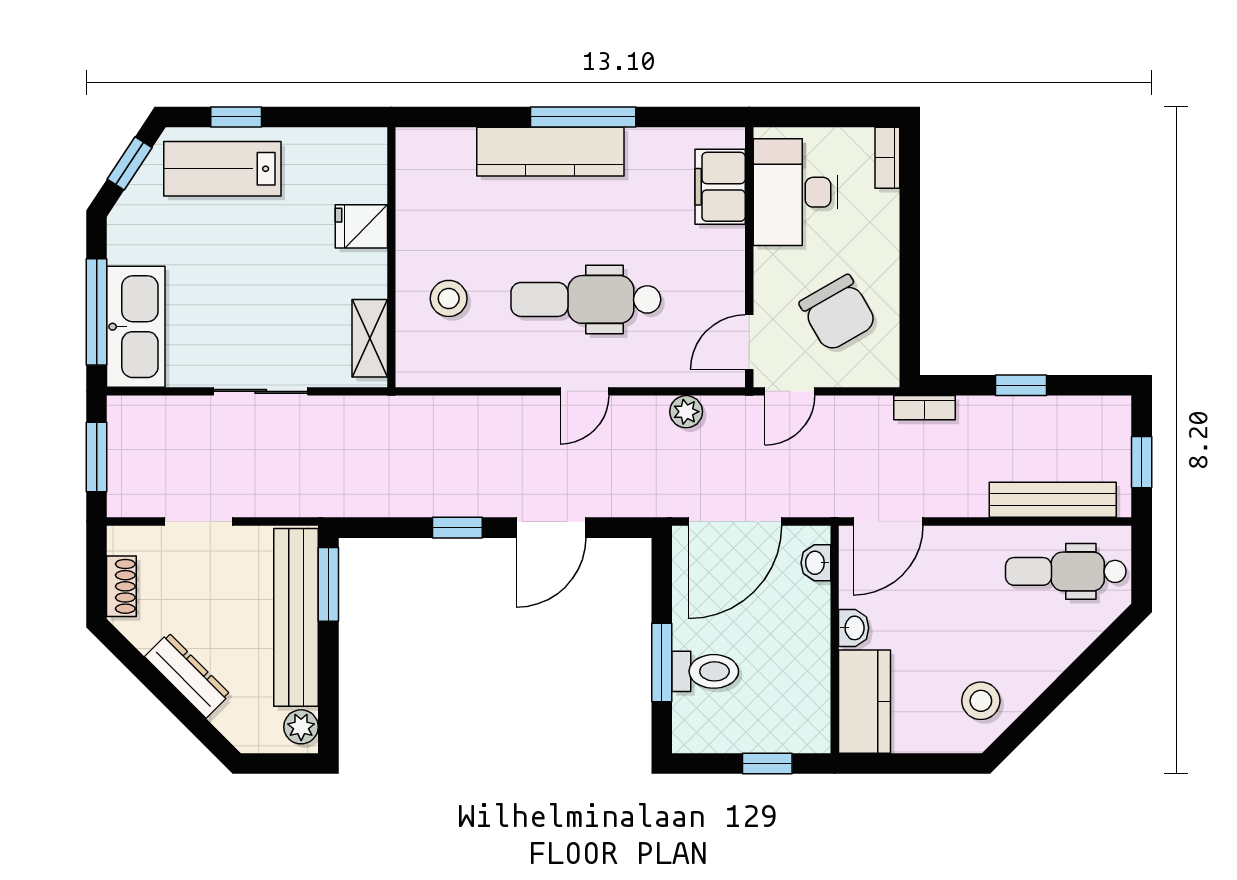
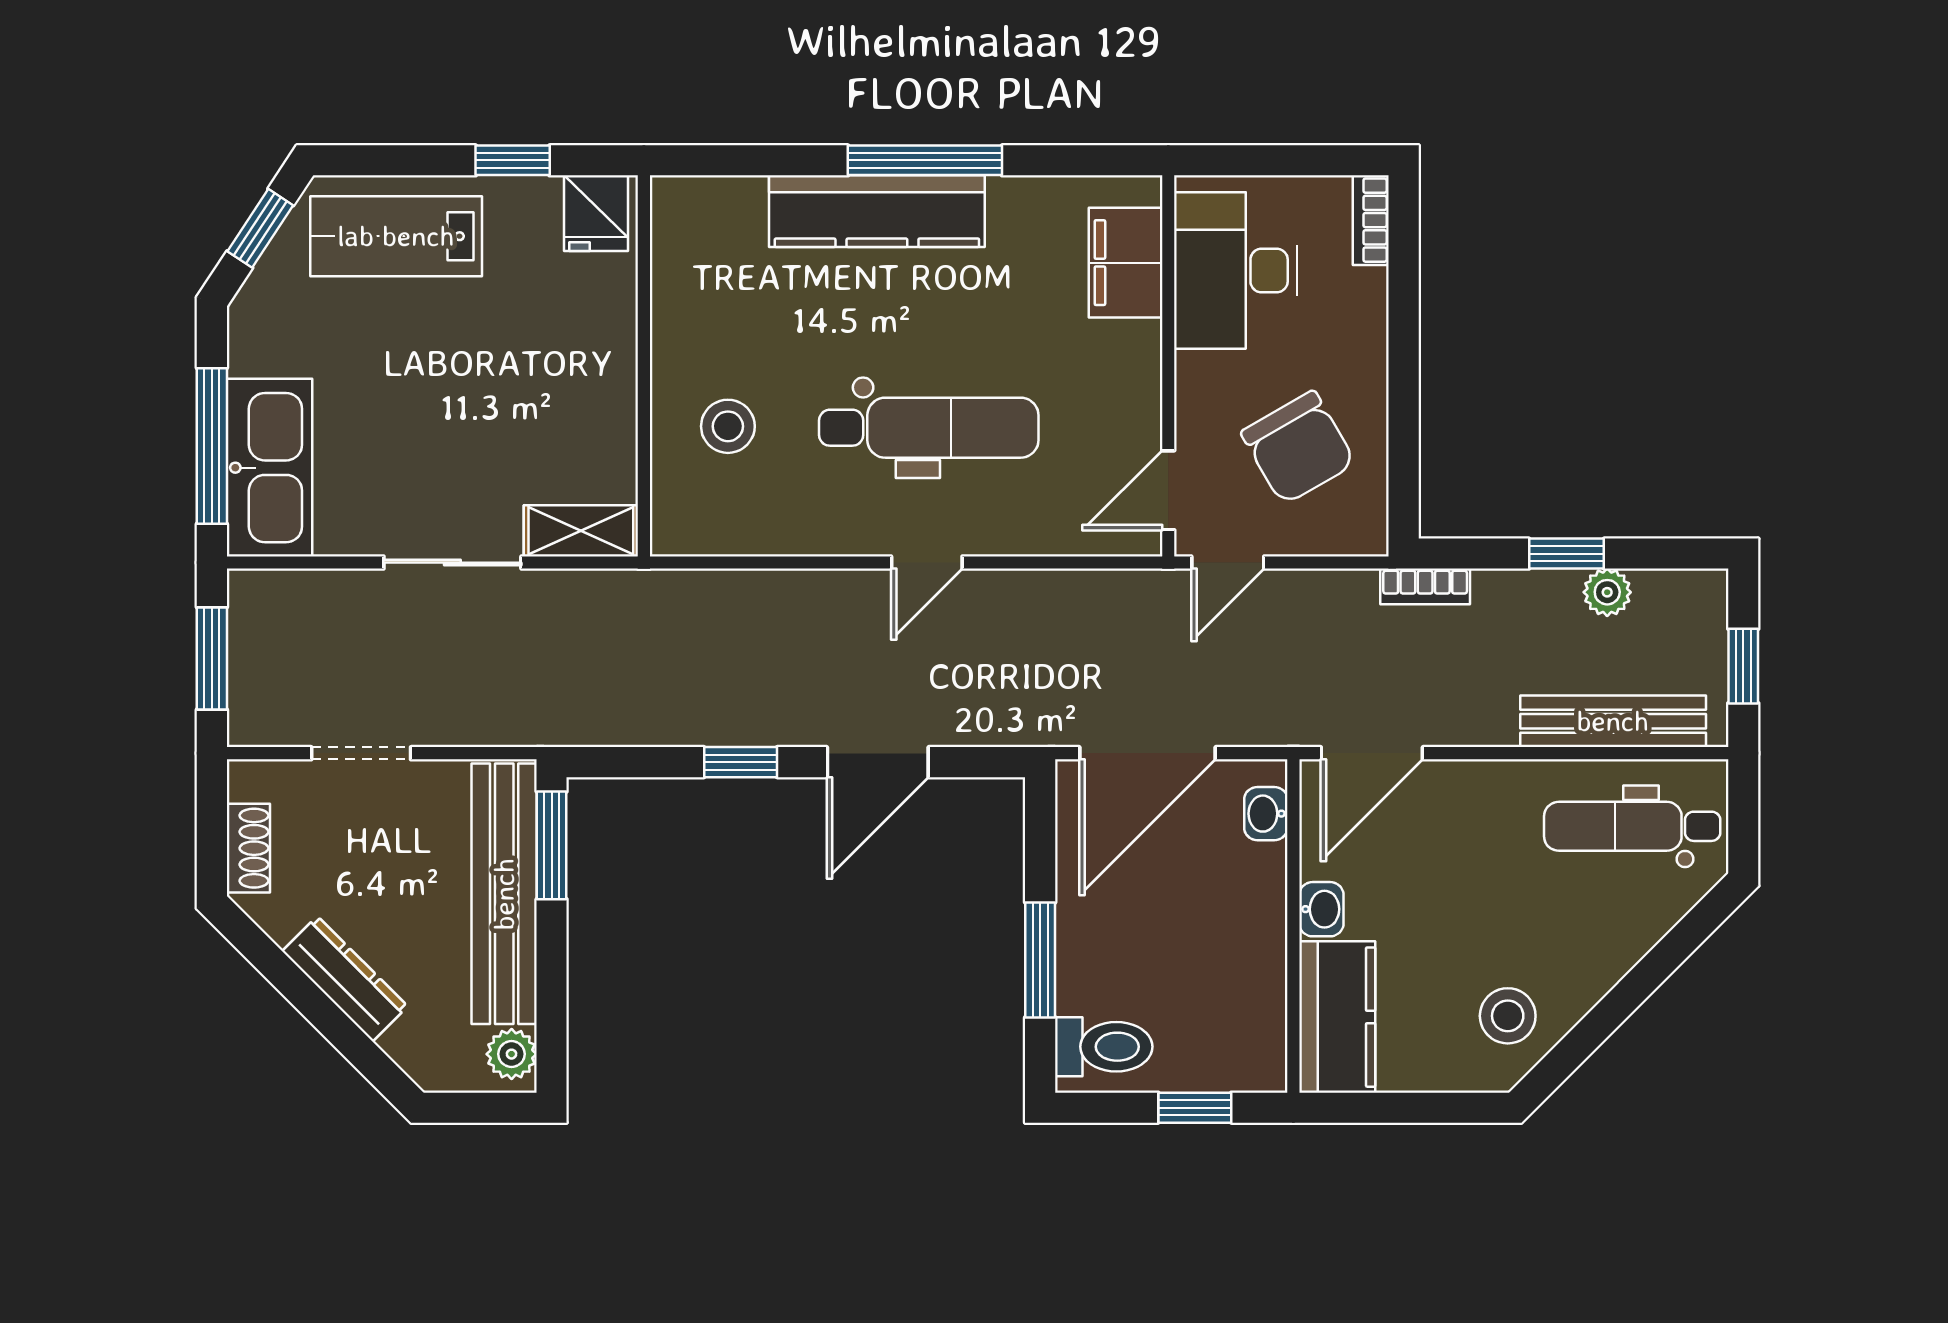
window: (236, 117) -> (513, 160), moved
fridge: (361, 226) -> (596, 213), moved, turned -90
dental chair: (586, 299) -> (929, 428), turned 180
shelving: (370, 338) -> (581, 531), moved, turned 90
plant: (686, 412) -> (1607, 592), moved
toilet: (705, 671) -> (1104, 1047), moved

